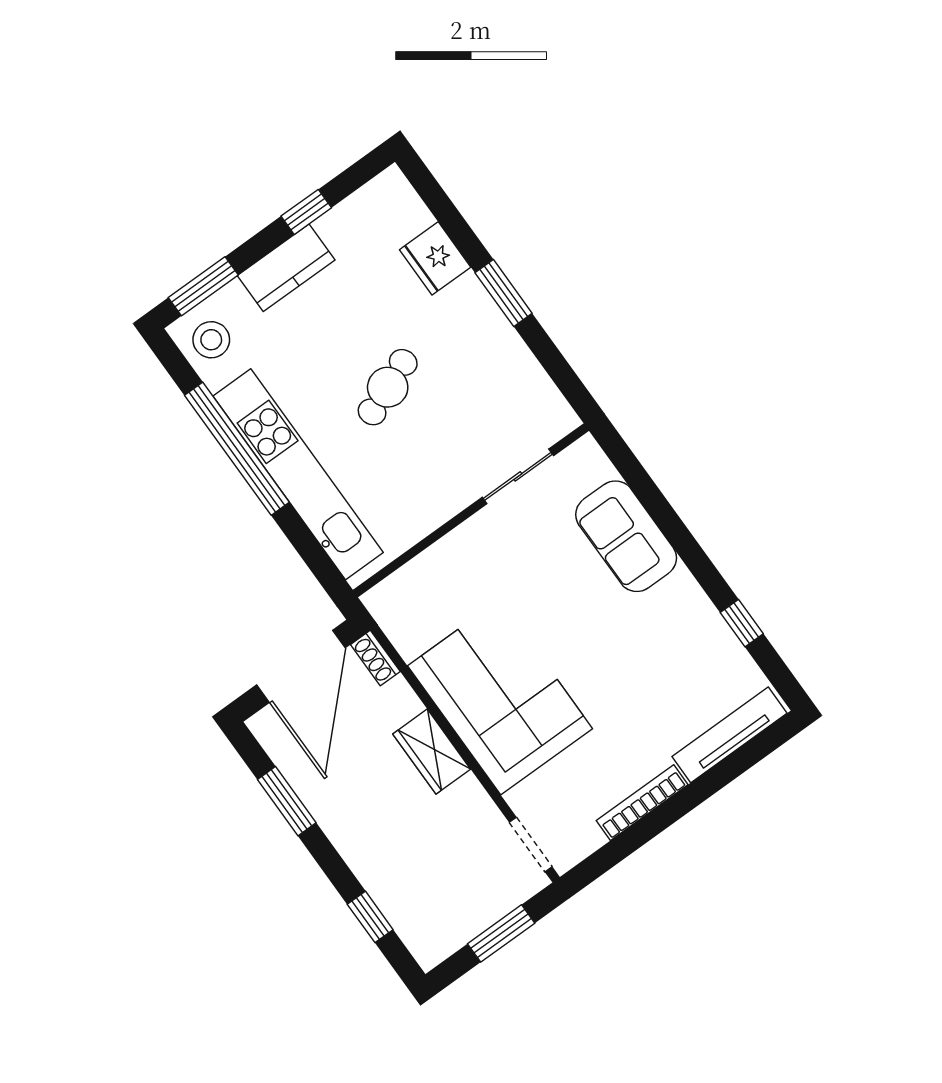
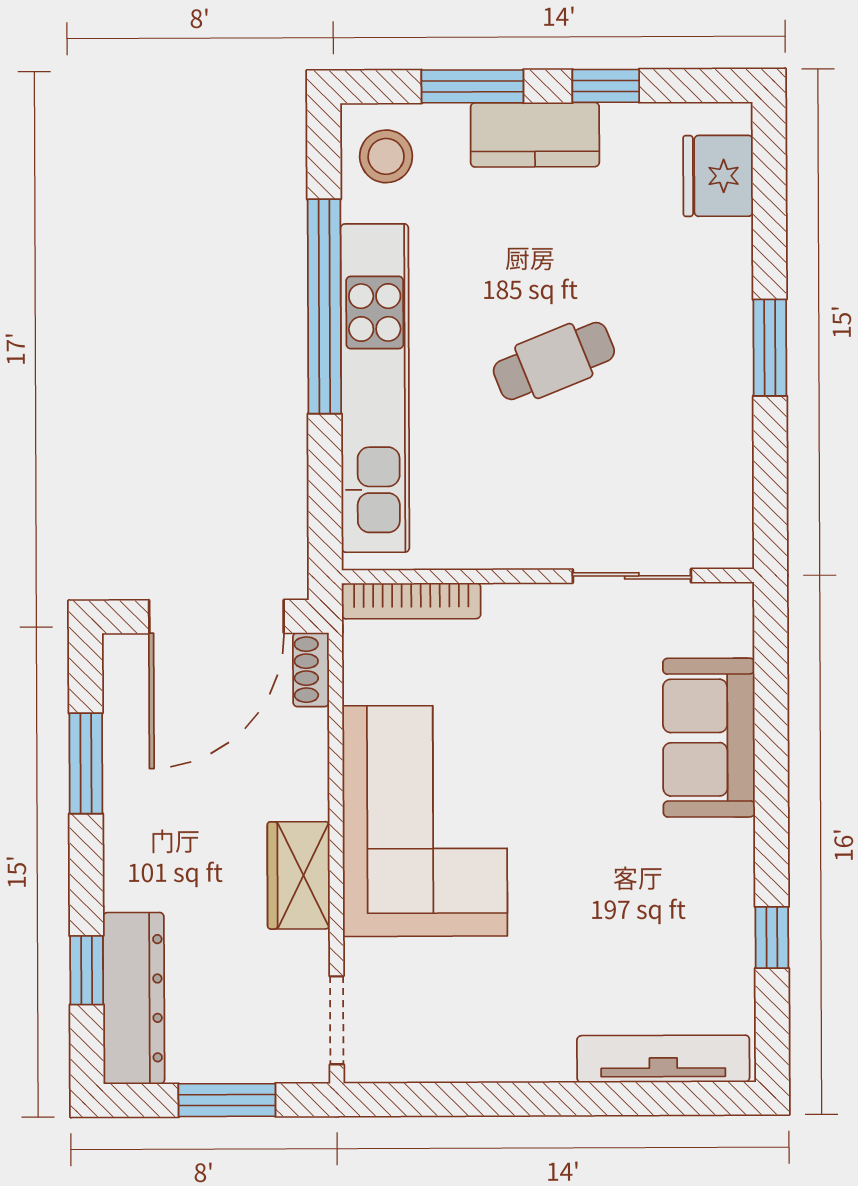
fridge: (435, 258) -> (718, 176), moved
window: (203, 286) -> (472, 86), moved
wardrobe: (432, 752) -> (299, 875), moved
bookcase: (642, 803) -> (411, 601), moved, turned 180
dresser: (408, 914) -> (134, 998), added

